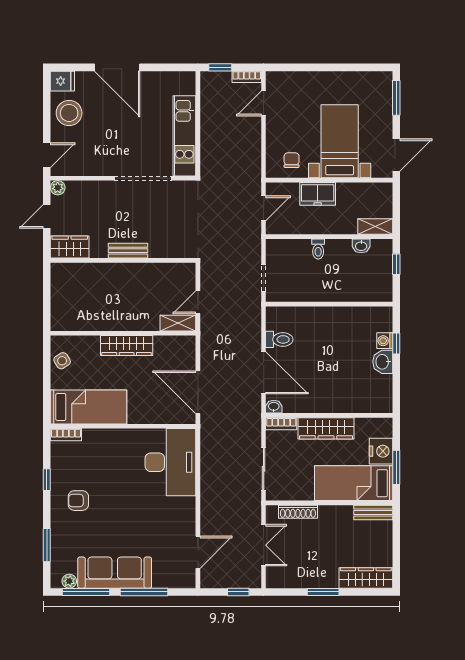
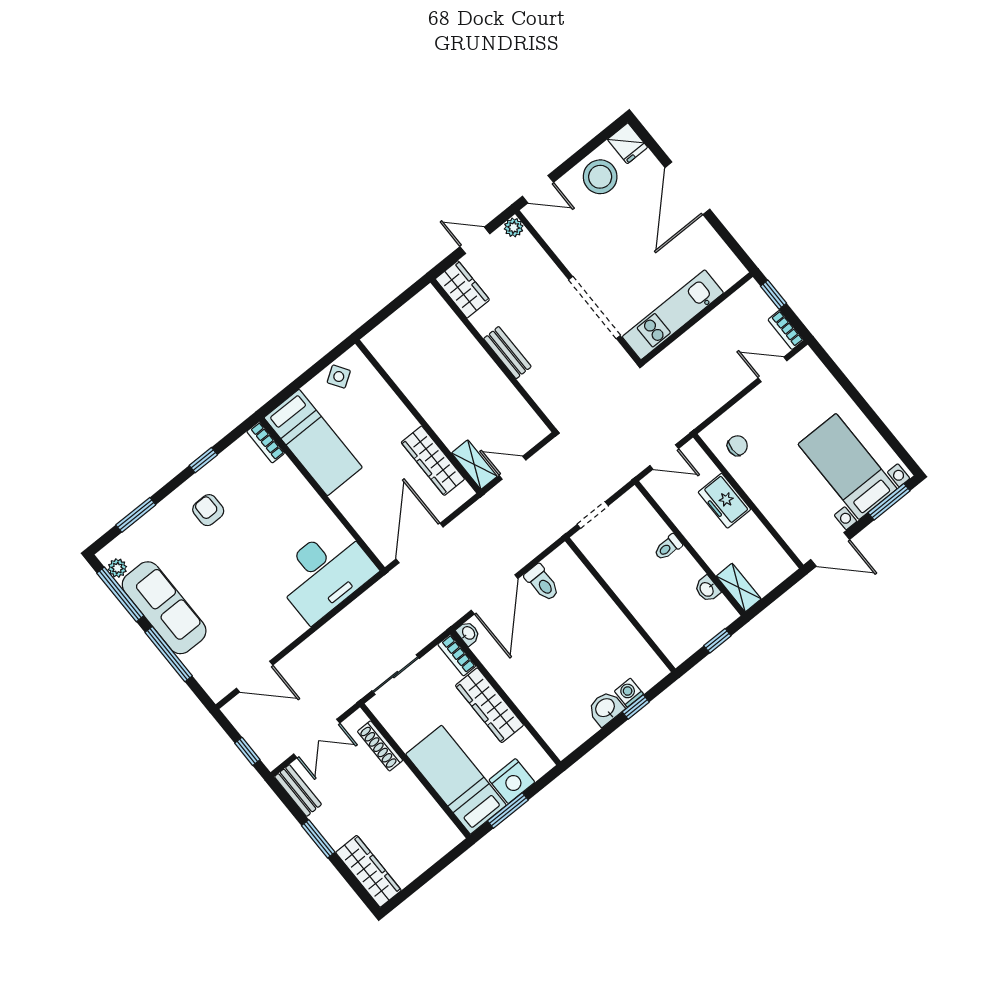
bed with nightstands: (340, 141) -> (848, 467), moved, turned -90
wardrobe: (127, 346) -> (433, 461), moved
bench: (373, 513) -> (298, 791), moved

